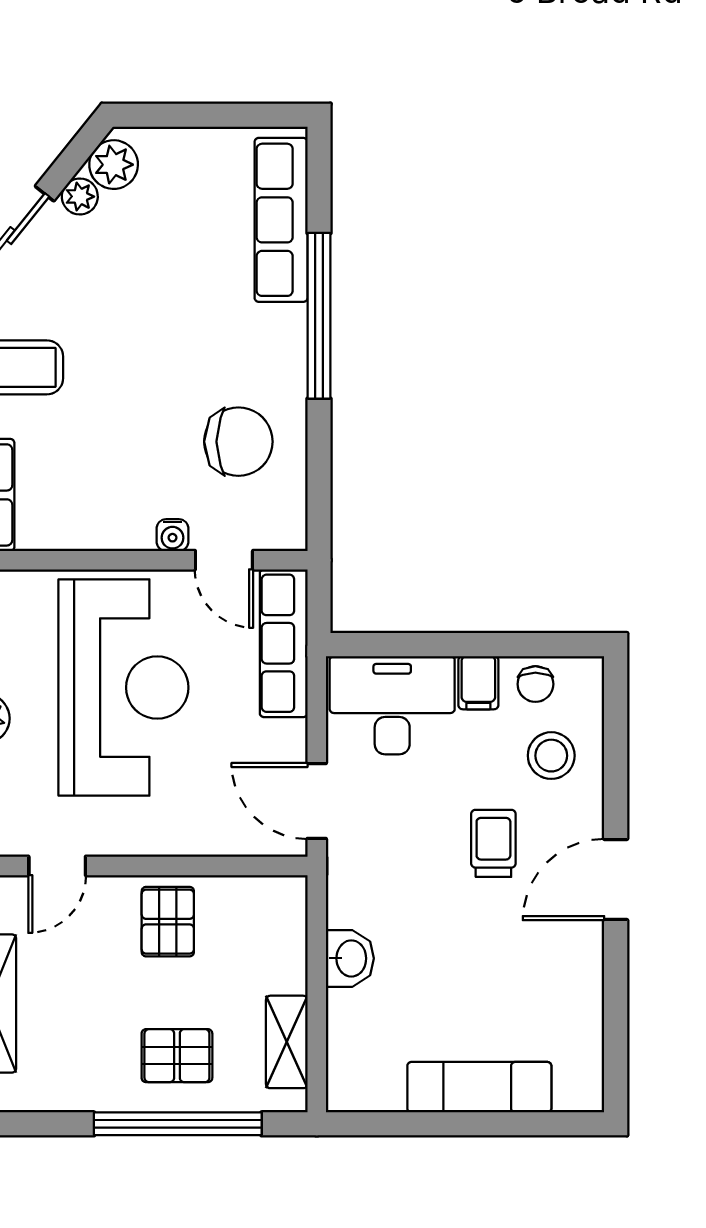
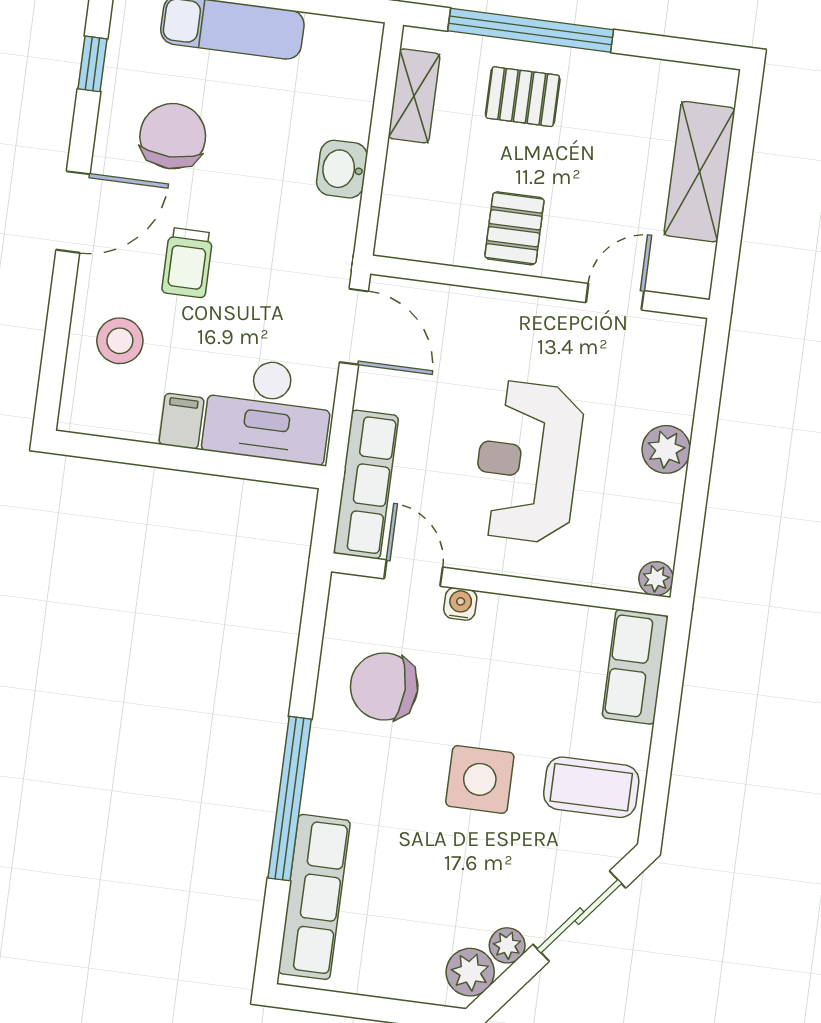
side table: (129, 361) -> (480, 779), added
chair: (535, 684) -> (173, 136), moved, width x1.87, depth x1.87
reception desk: (123, 688) -> (528, 462), width x0.74, depth x0.77
window: (616, 1032) -> (93, 64), added

